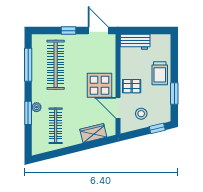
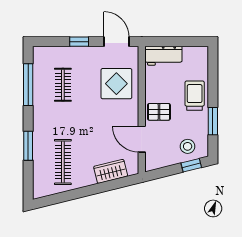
clothes rail: (56, 65) -> (63, 85), width x0.54, depth x0.76
trolley: (160, 73) -> (195, 96), turned 180
display table: (99, 85) -> (116, 84), moved
plant: (37, 107) -> (39, 138), removed
stool: (141, 114) -> (188, 146), moved

